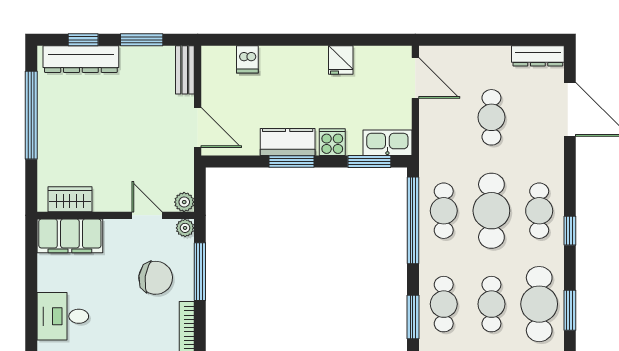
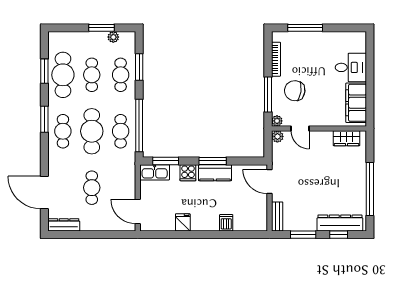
dishwasher: (247, 59) -> (226, 223), moved
window: (570, 231) -> (44, 119), width x1.50
filing cabinet: (70, 236) -> (356, 103), moved, turned -90

